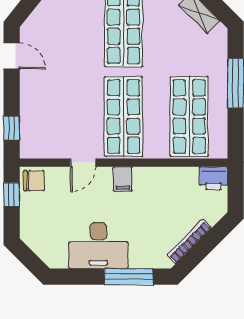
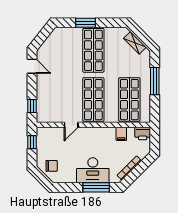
filing cabinet: (123, 179) -> (121, 134), moved
chair: (34, 181) -> (52, 166), moved
desk: (98, 246) -> (93, 170), moved

